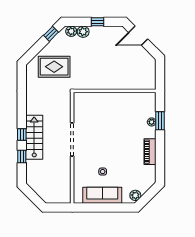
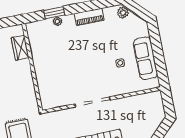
wardrobe: (134, 83) -> (20, 48), added
plant: (135, 195) -> (123, 13), moved

